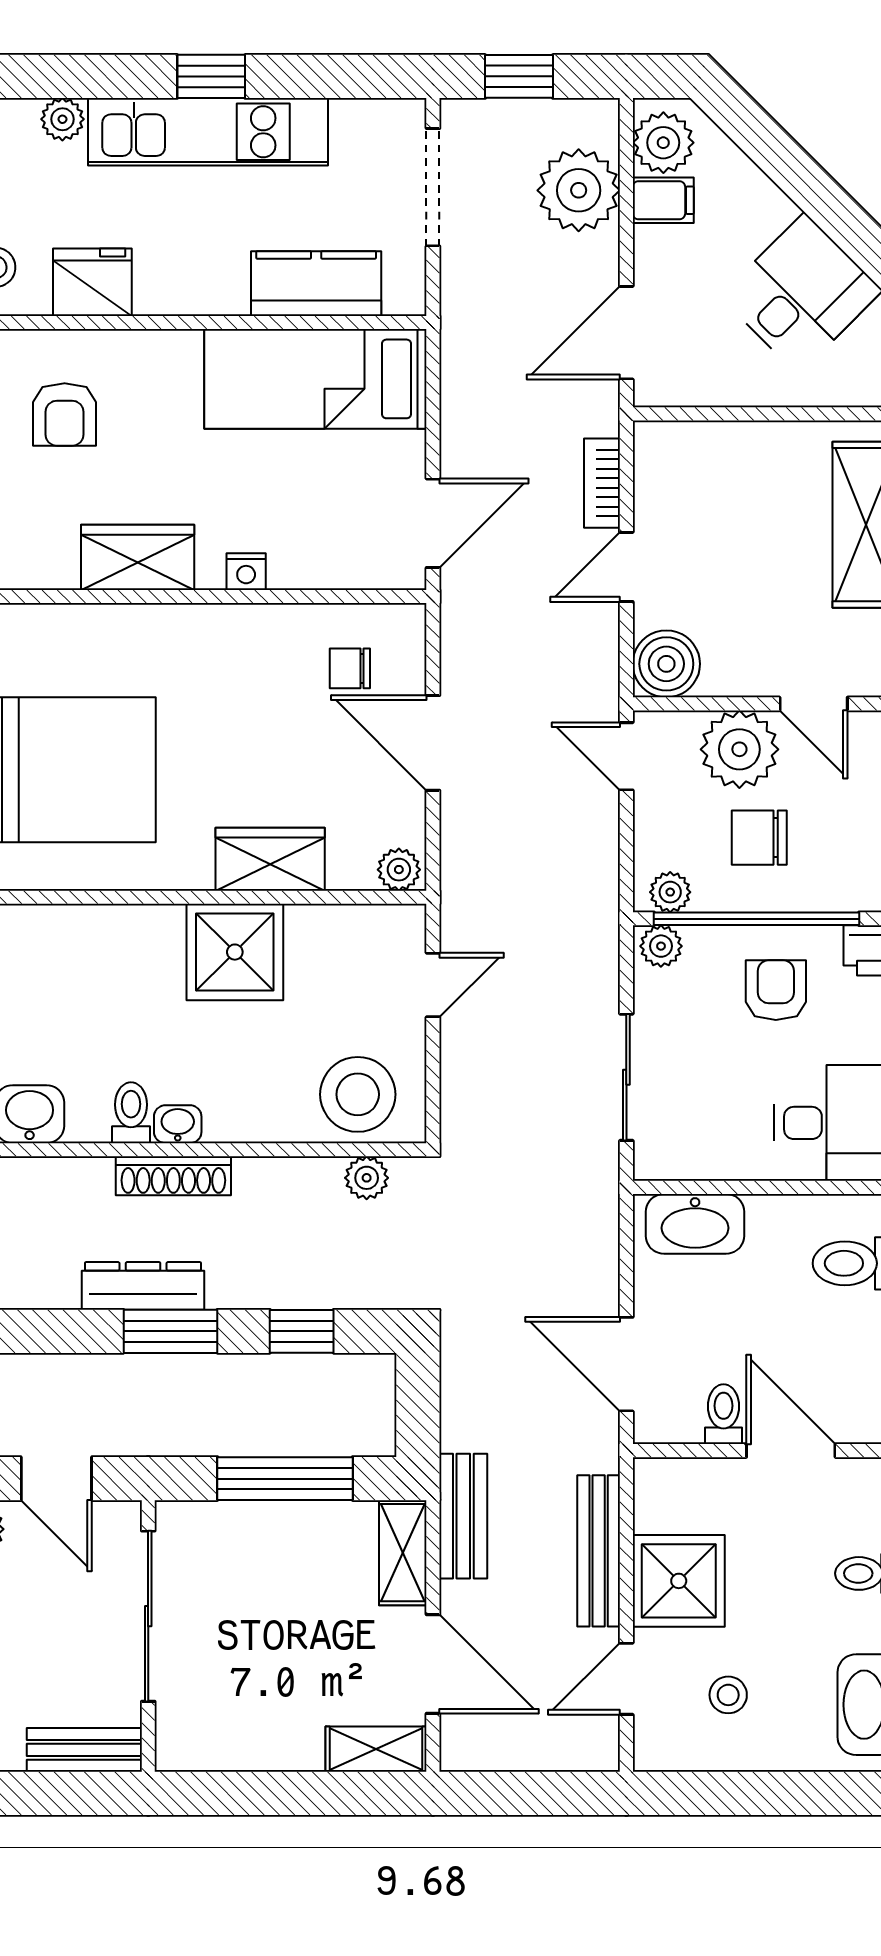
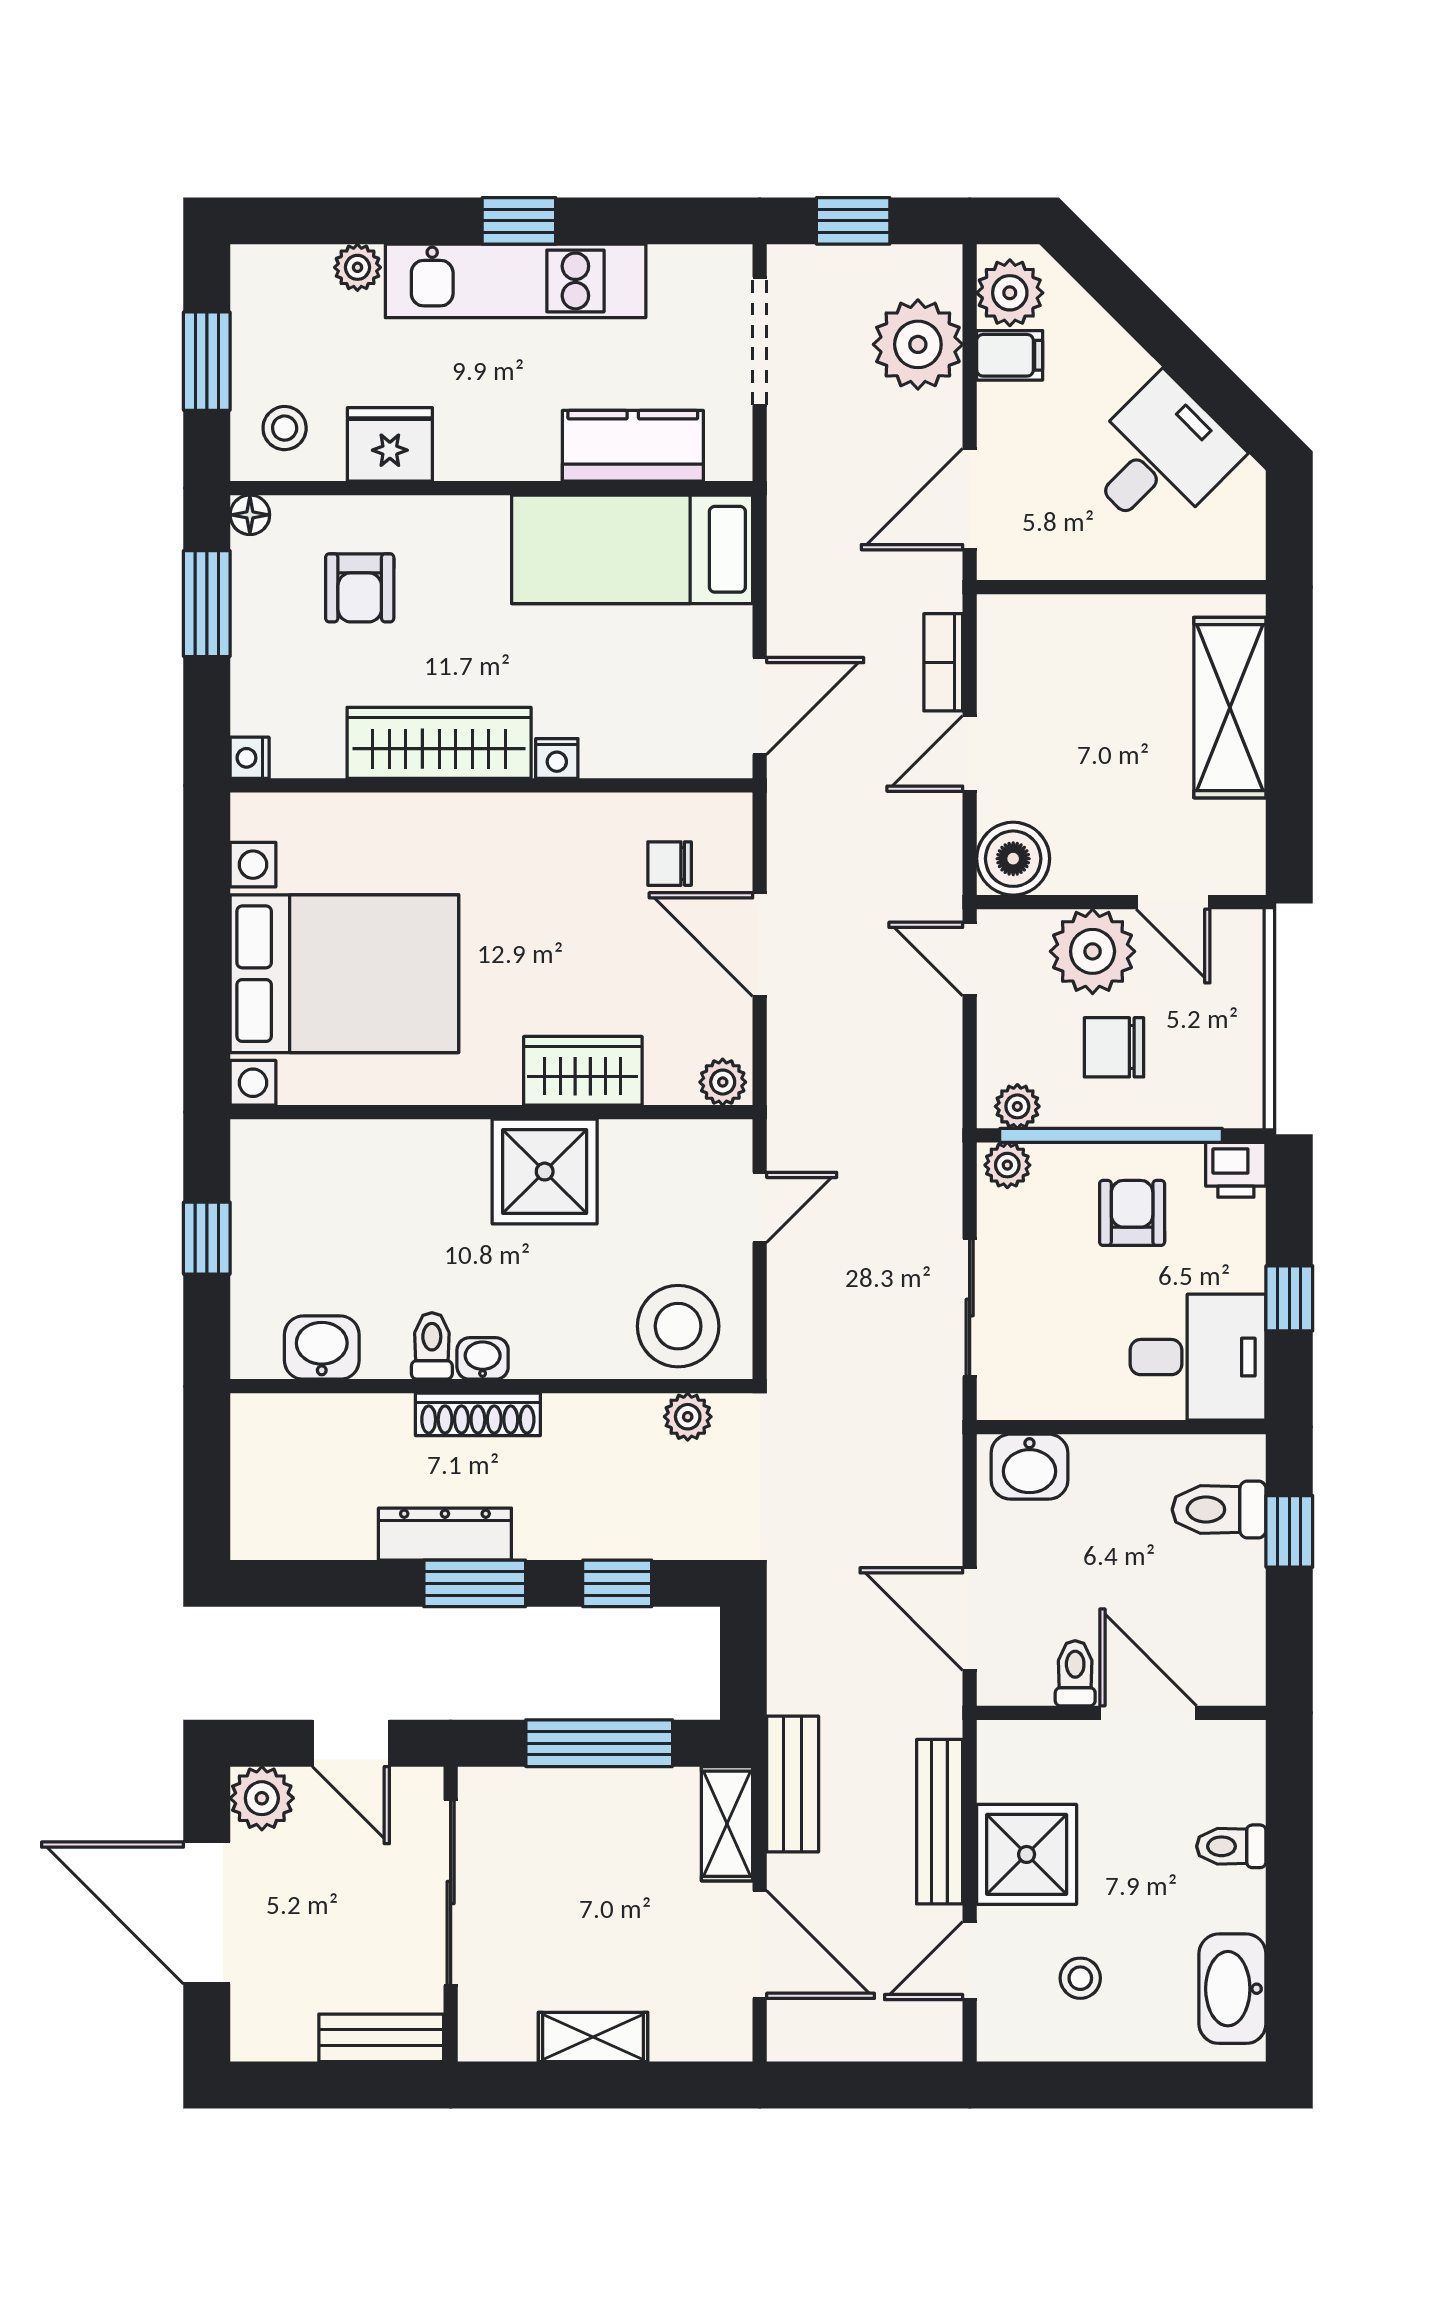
wardrobe: (138, 557) -> (439, 743), width x1.50
washbasin: (695, 1224) -> (1029, 1467), width x0.72
shelving: (376, 1749) -> (593, 2037), moved

